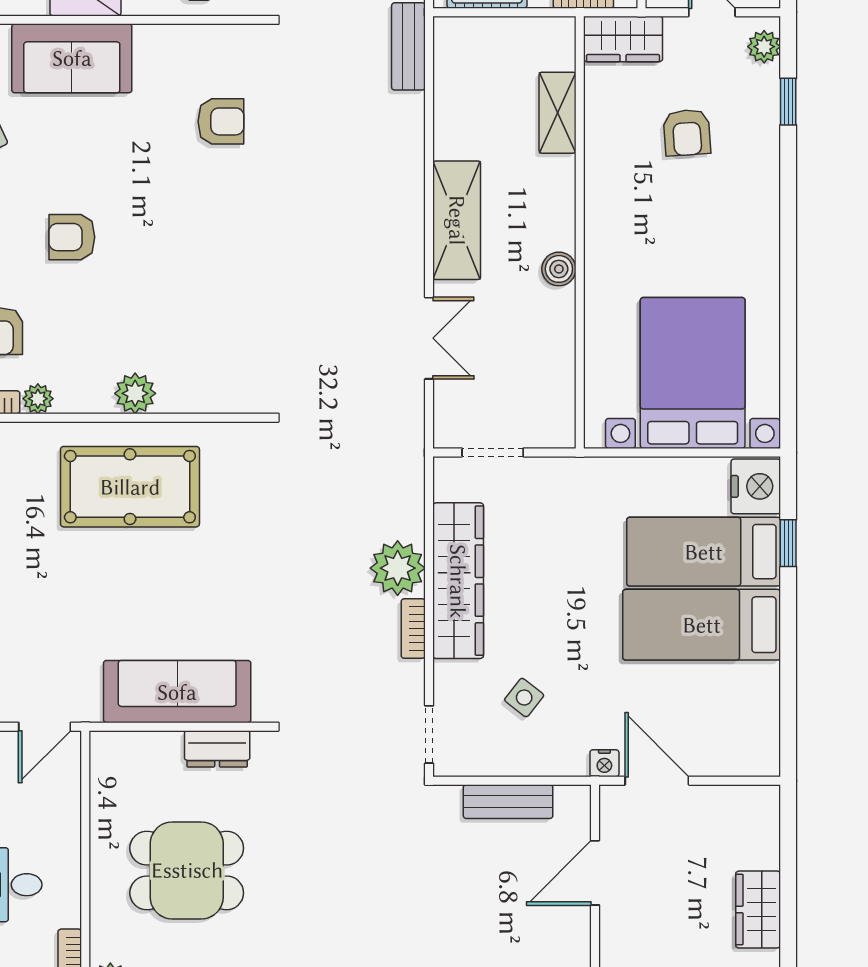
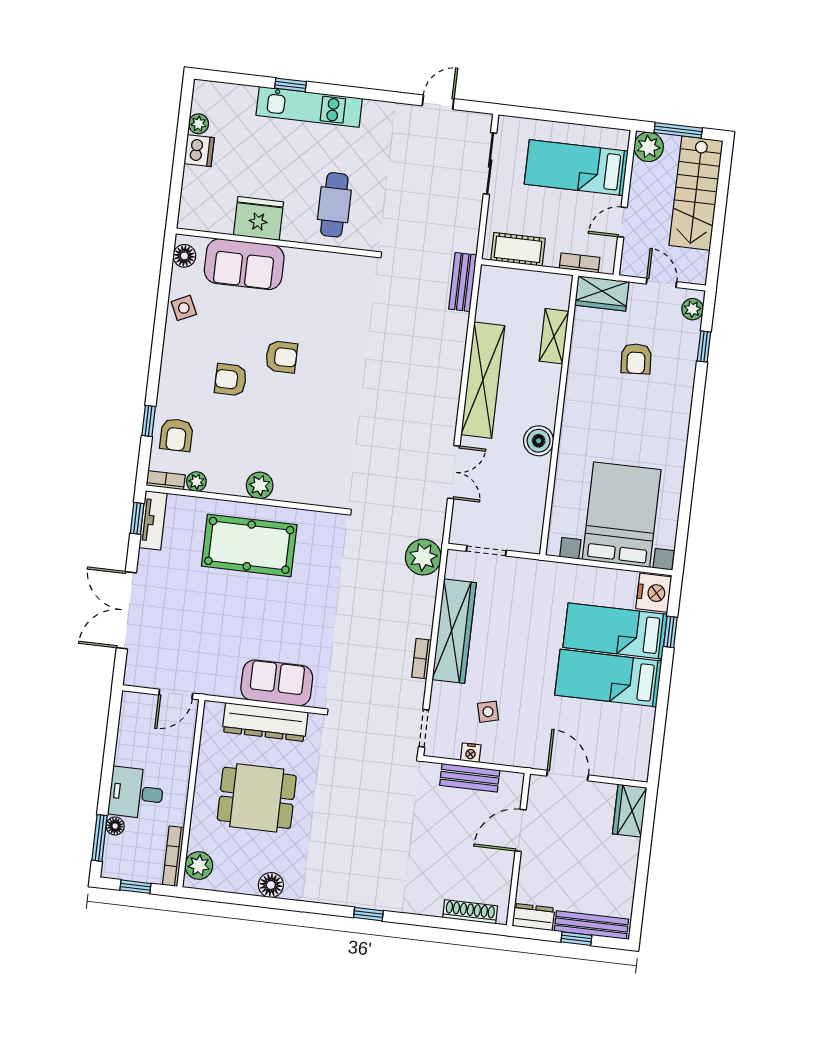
armchair: (221, 121) -> (281, 357), moved
shelving: (457, 220) -> (483, 380), width x1.47
boiler: (559, 269) -> (539, 441), width x1.36, depth x1.36
plant: (398, 568) -> (423, 557), moved
sofa: (177, 692) -> (277, 683), width x0.73
side table: (524, 698) -> (488, 712), turned 38
dresser: (217, 749) -> (265, 722), width x1.96, depth x1.24
nightstand: (604, 763) -> (471, 753), moved
wardrobe: (758, 910) -> (630, 811), moved

